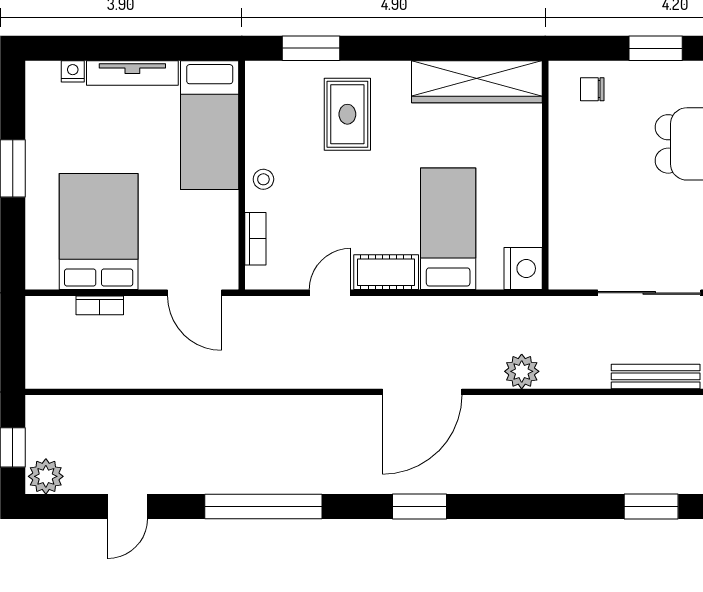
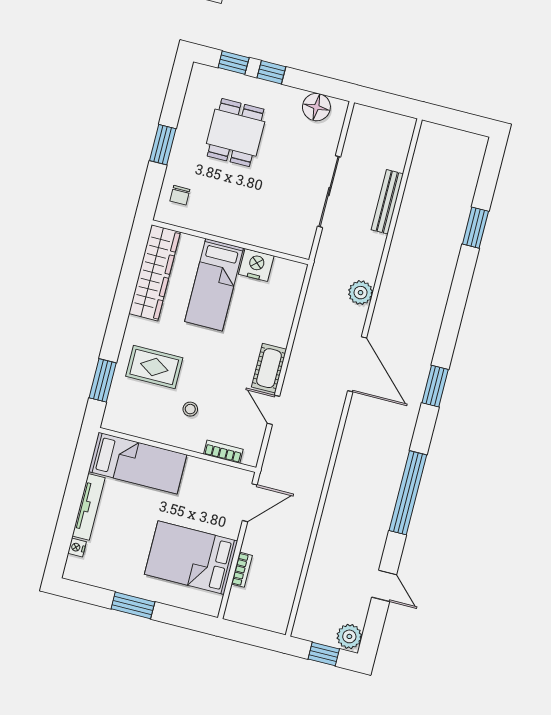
stool: (263, 179) -> (190, 409), moved
bed: (448, 229) -> (214, 285), moved, turned -90
nightstand: (523, 268) -> (256, 265), moved

